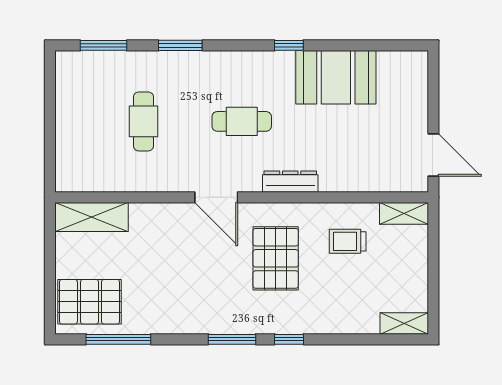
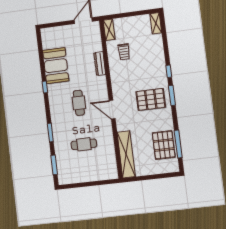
dresser: (290, 182) -> (100, 64), moved
door: (216, 197) -> (112, 110), swing flipped
shelving: (92, 217) -> (126, 154), width x1.47
pallet: (276, 258) -> (151, 99), moved
pallet: (89, 302) -> (164, 145), moved

